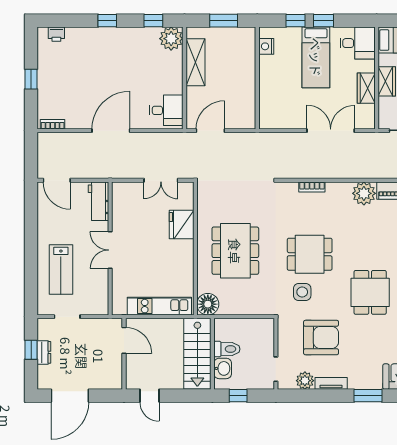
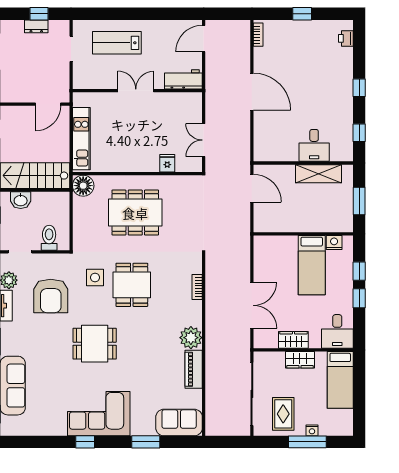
plant: (171, 39) -> (342, 150), removed
bed: (316, 57) -> (312, 265), moved, turned -90
desk: (166, 110) -> (314, 145), moved
fridge: (182, 225) -> (167, 163), width x0.53, depth x0.75
toilet: (227, 349) -> (49, 238), moved, turned 180

